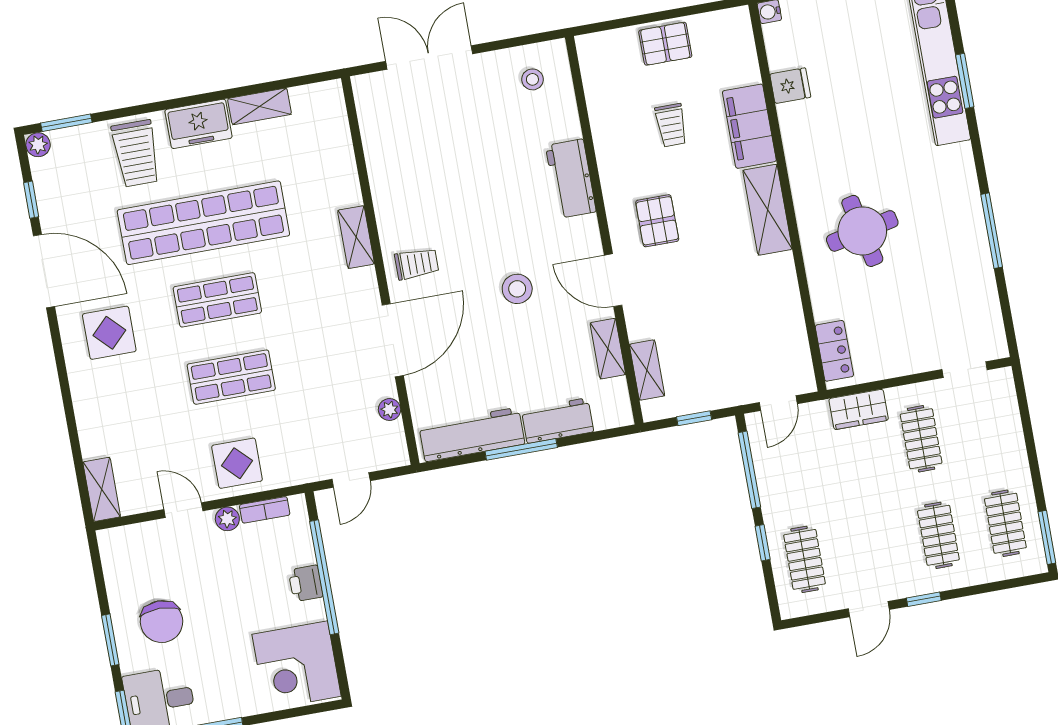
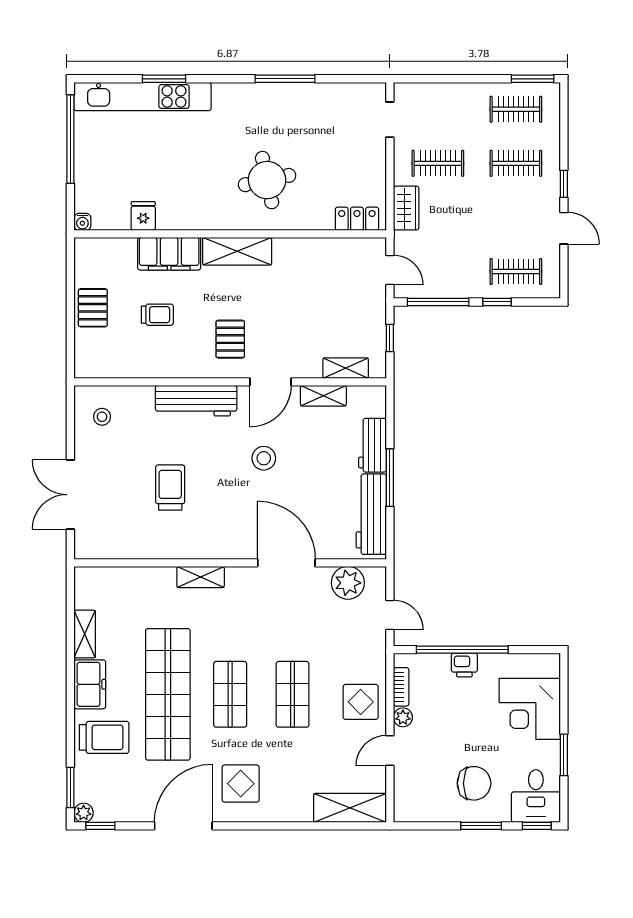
workbench: (571, 179) -> (196, 401), width x1.38
window: (31, 200) -> (100, 826), moved
pallet: (657, 221) -> (230, 339), turned 90
trolley: (417, 264) -> (170, 488), moved, width x1.36, depth x1.39
plant: (389, 410) -> (348, 583), width x1.88, depth x1.88
shelving: (102, 489) -> (350, 808), width x1.50, depth x1.33
corner desk: (297, 665) -> (530, 709), moved, turned 90

